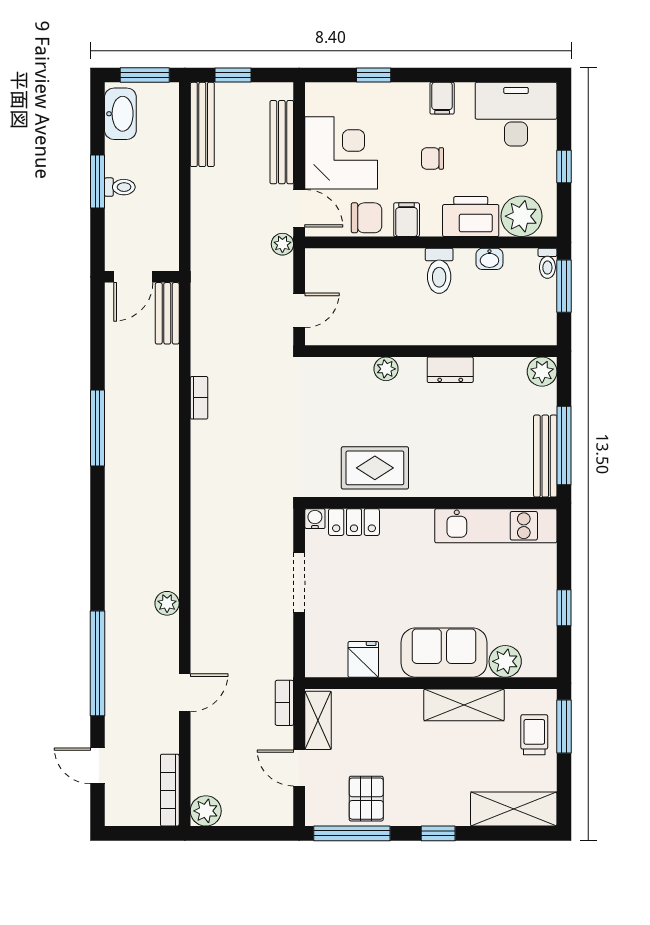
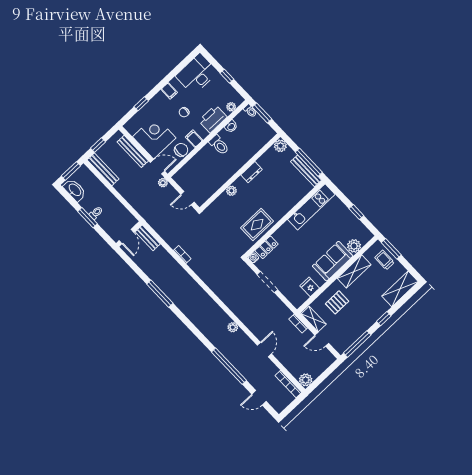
plant: (521, 216) -> (231, 107), width x0.53, depth x0.53
door: (299, 310) -> (187, 198), swing flipped
pallet: (366, 799) -> (337, 302), moved, turned 90

